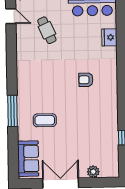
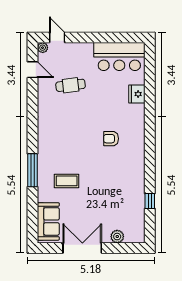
cafe table: (47, 30) -> (71, 85), turned -73

